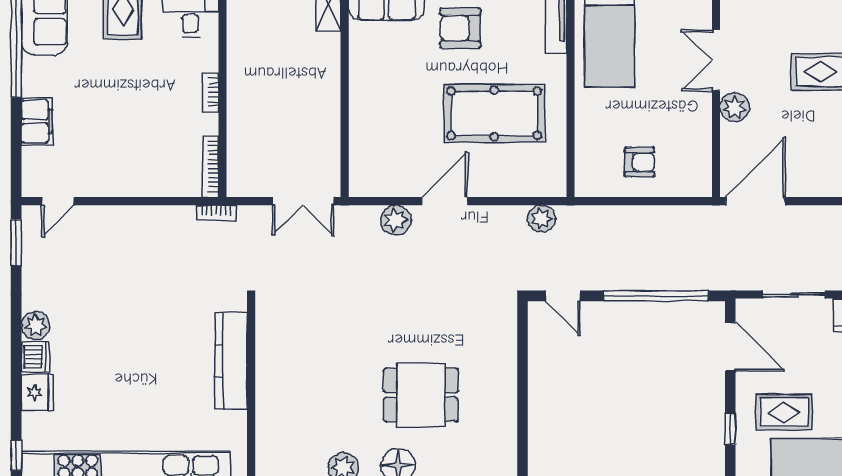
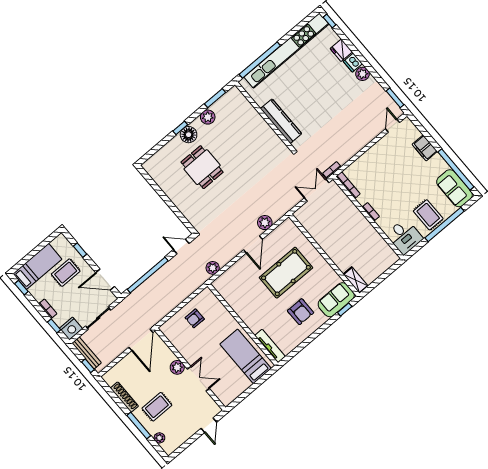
armchair: (460, 28) -> (301, 312), turned 90
pool table: (494, 113) -> (286, 273), moved
double door: (303, 201) -> (317, 190), moved
dining table: (421, 395) -> (202, 167), turned 90

